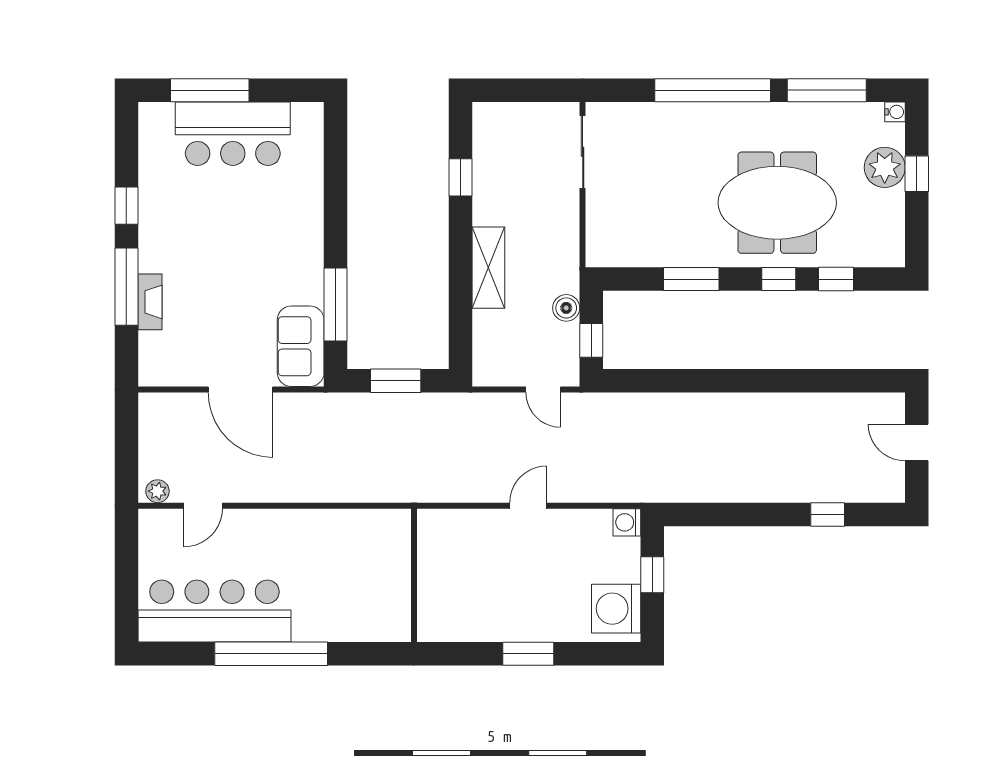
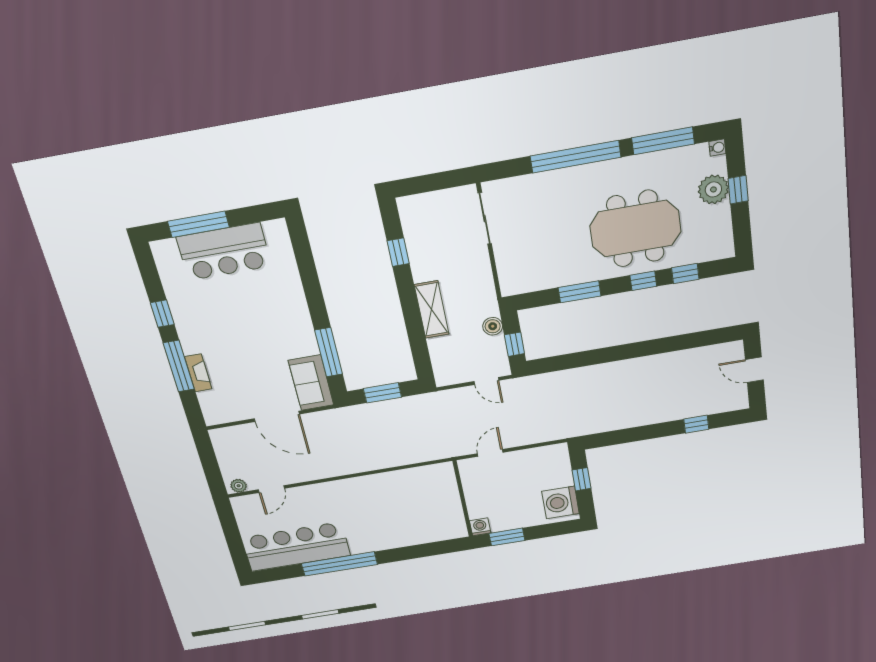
washing machine: (627, 522) -> (480, 527), moved, turned 90
wall: (414, 575) -> (463, 499), moved

